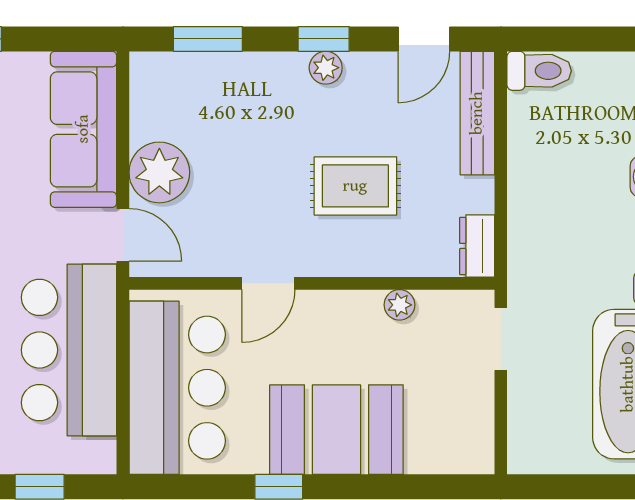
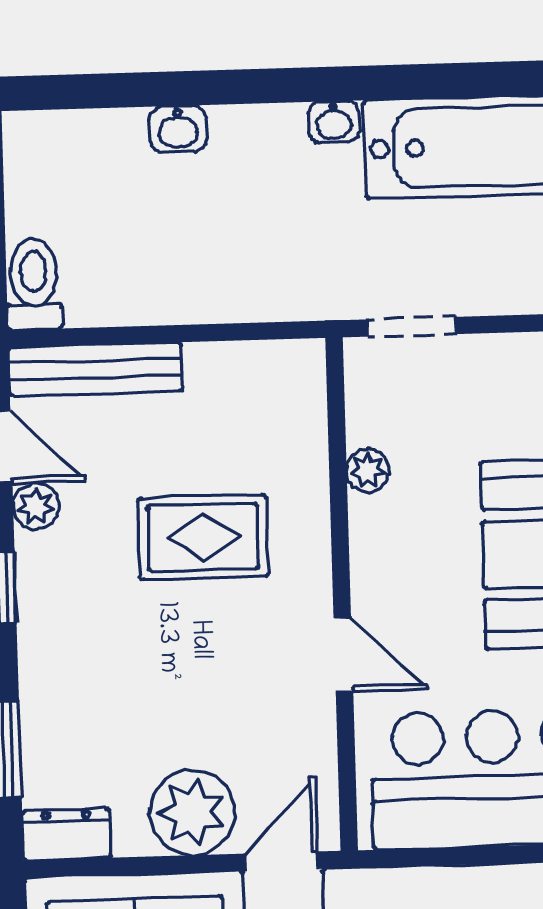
plant: (326, 68) -> (36, 507), moved
rug: (355, 186) -> (203, 537), turned 90
dresser: (477, 246) -> (67, 834), moved, turned 180

